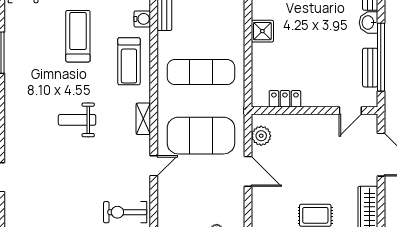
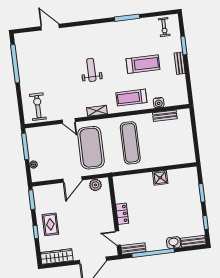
bench: (370, 68) -> (133, 249), moved
locker: (285, 99) -> (122, 214), moved

